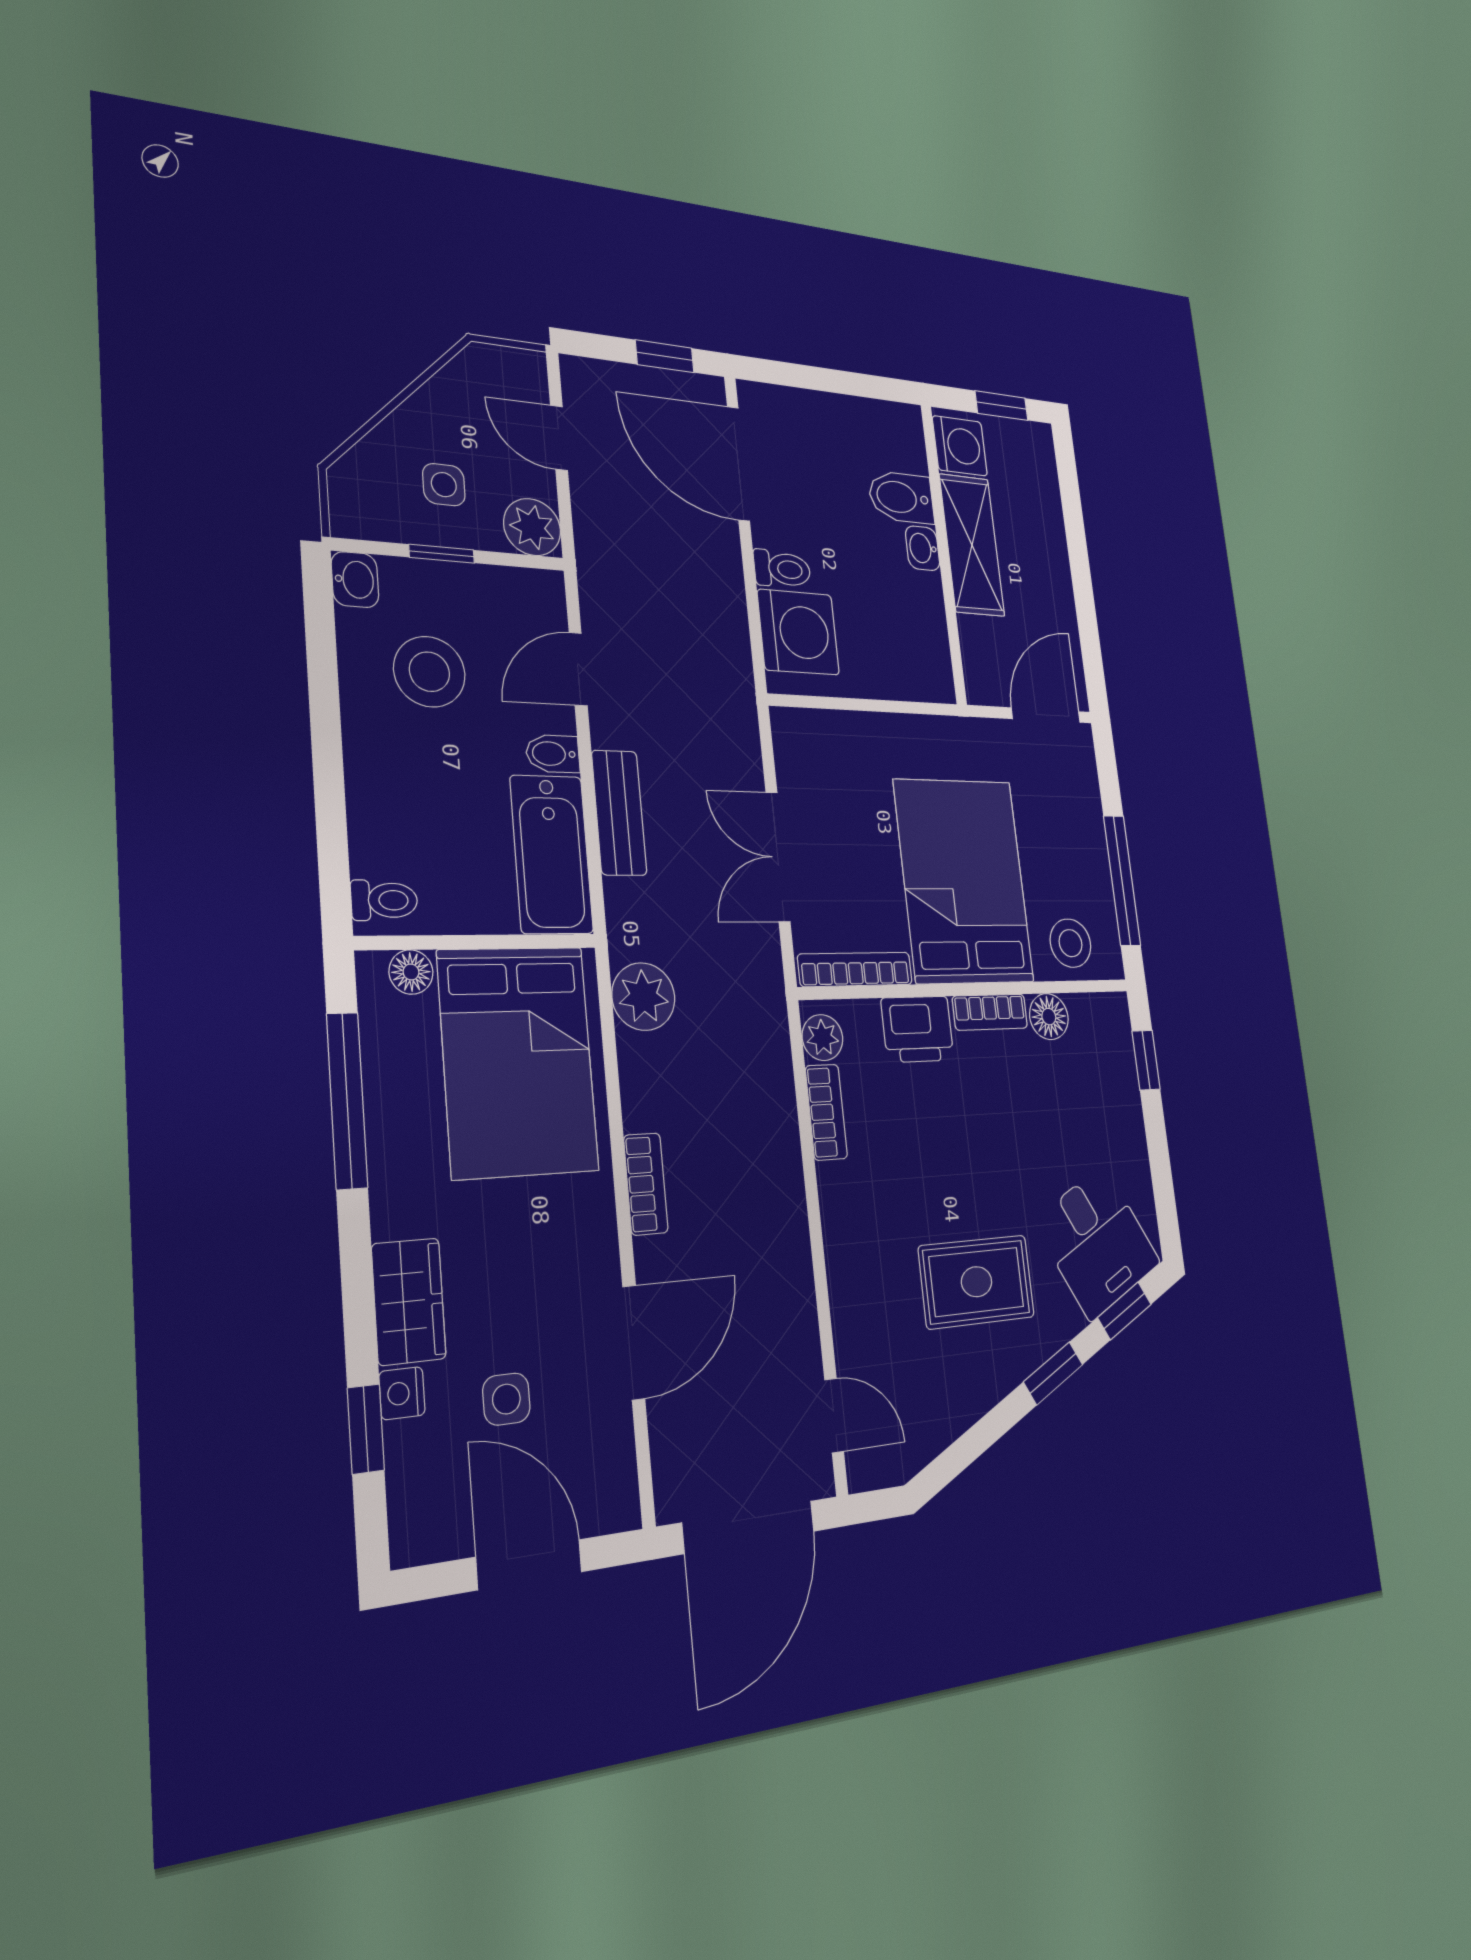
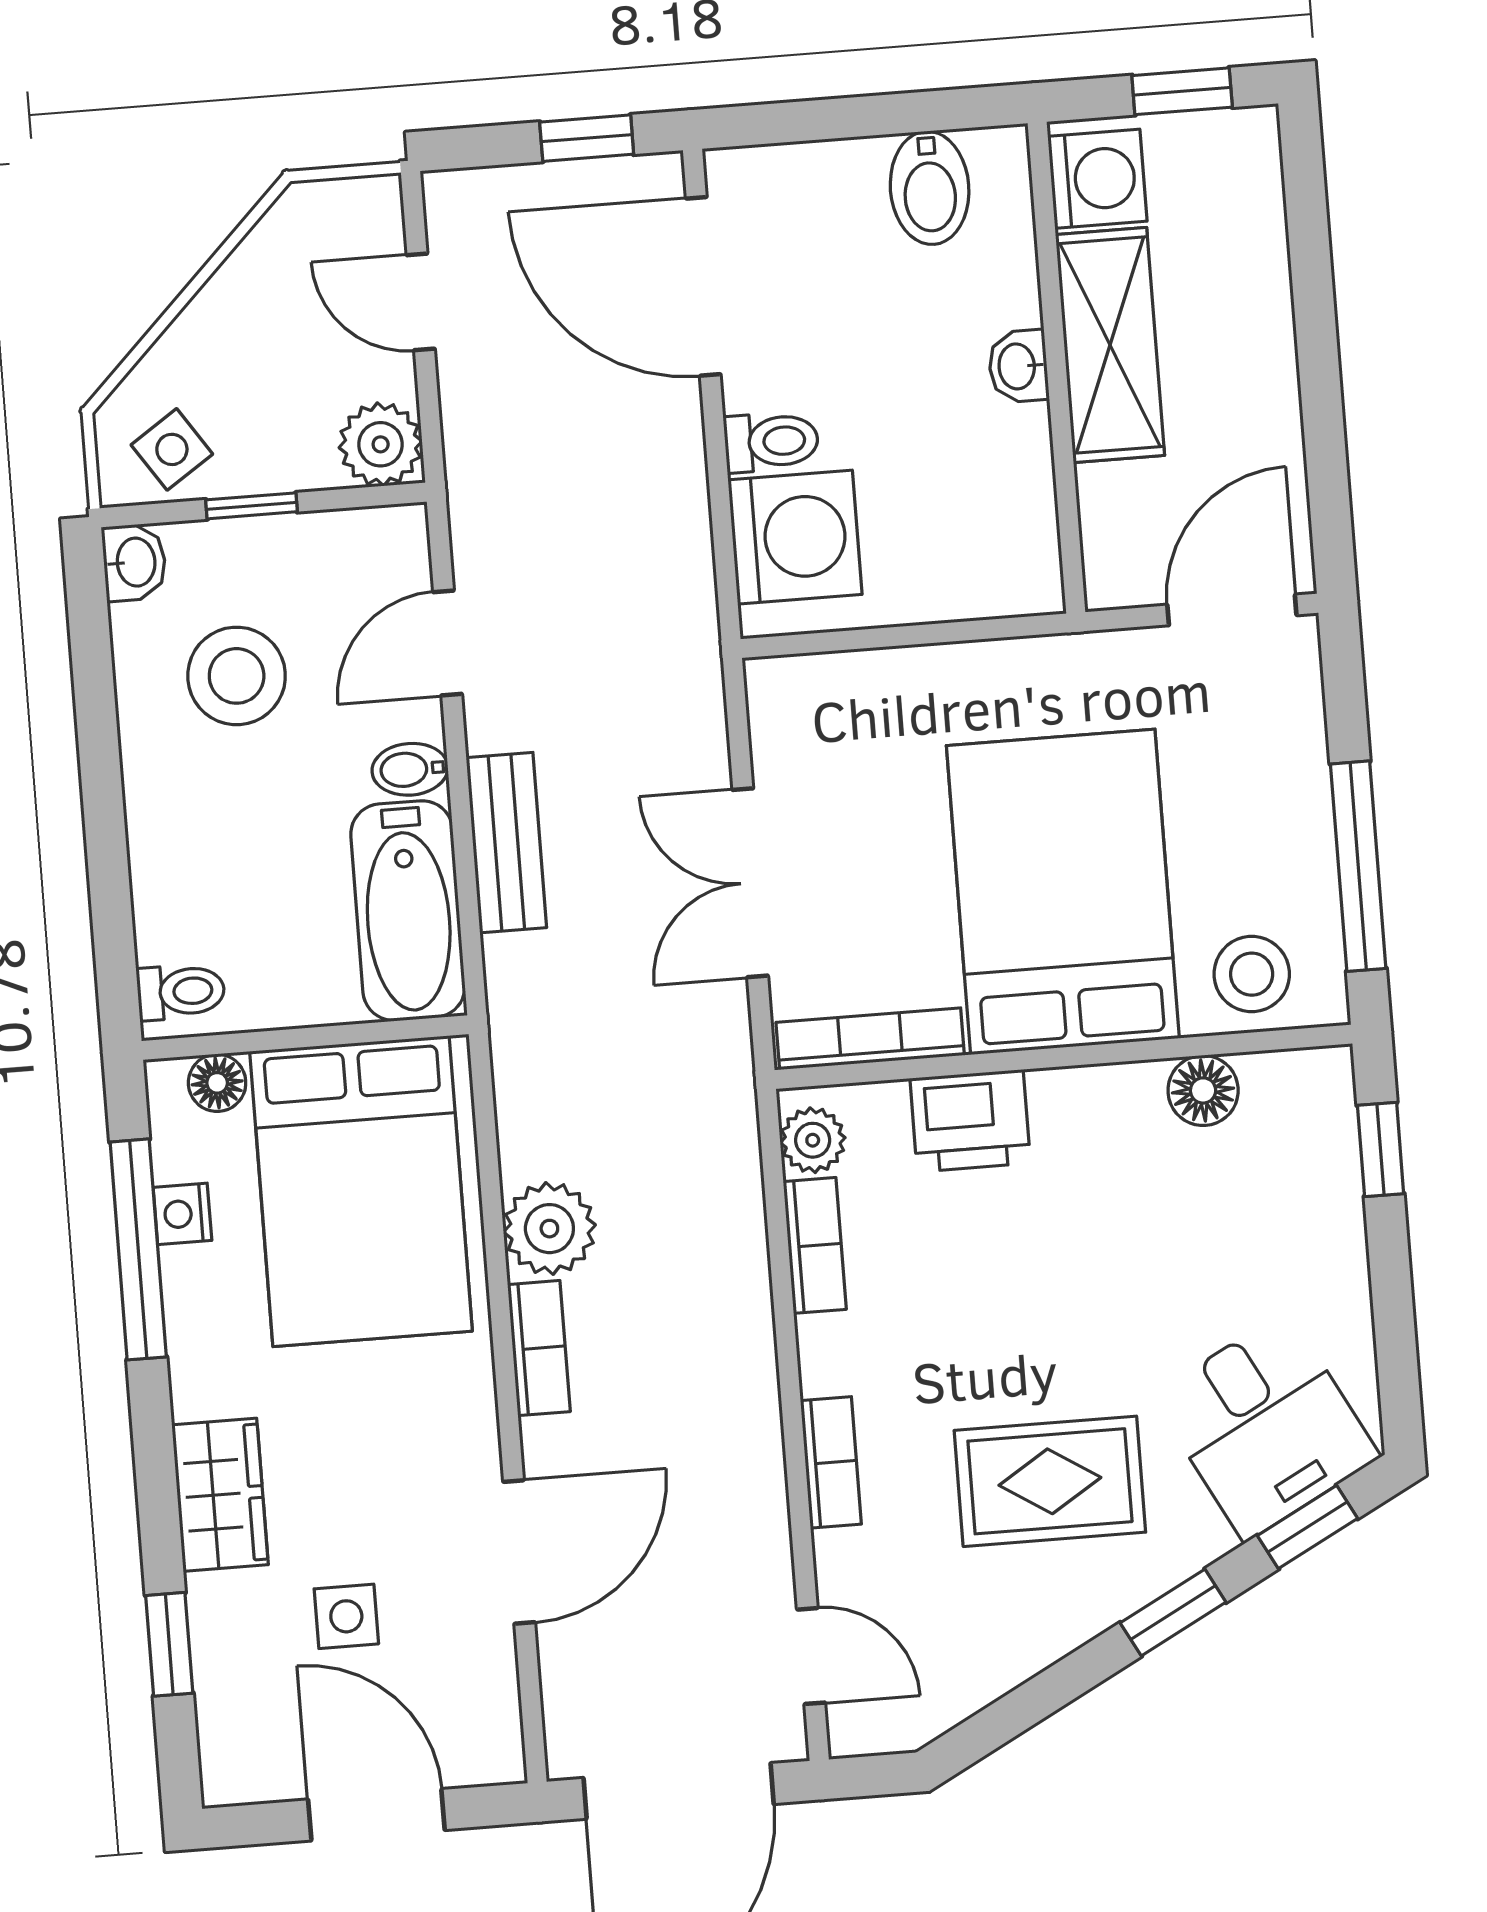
side table: (444, 485) -> (172, 449), moved, turned -34
bidet: (901, 497) -> (930, 188), moved, turned -90
plant: (643, 997) -> (549, 1229), moved
bookcase: (990, 1012) -> (831, 1462), moved, turned -90
nightstand: (402, 1393) -> (182, 1214), moved

